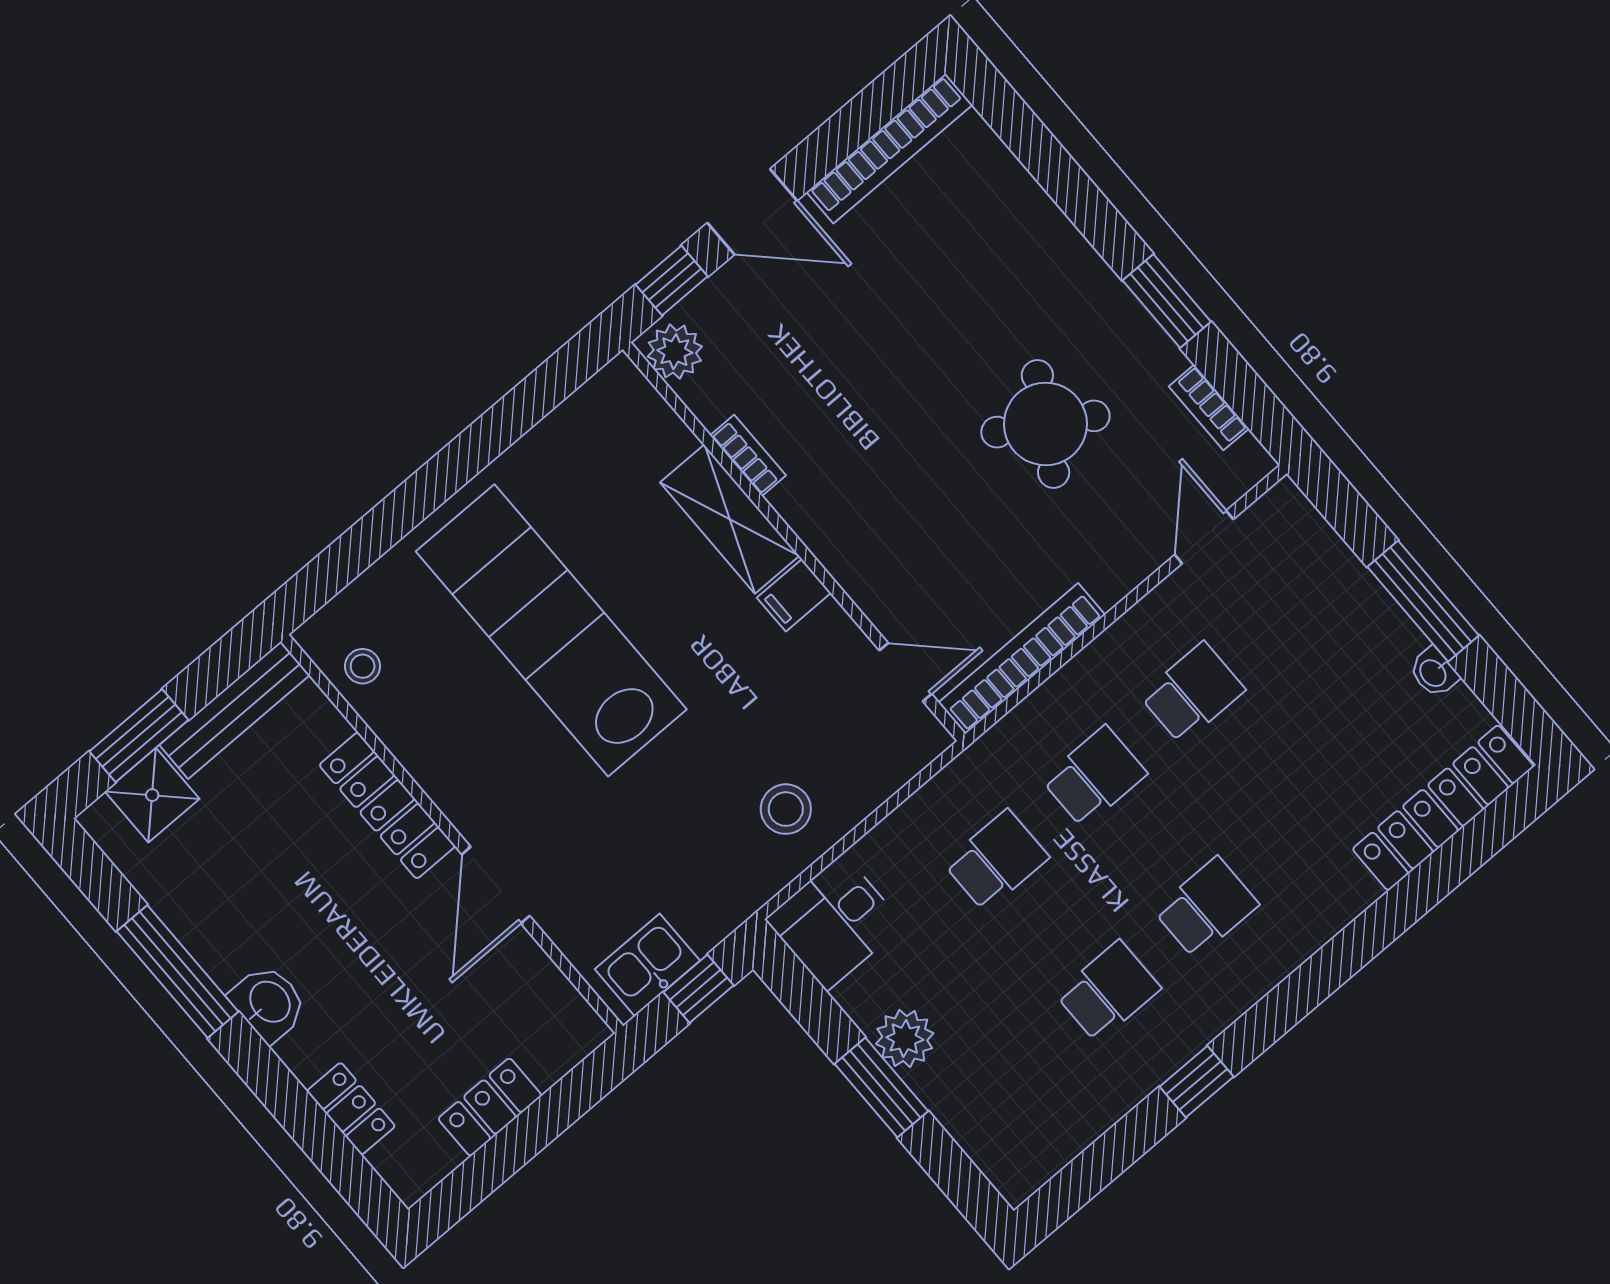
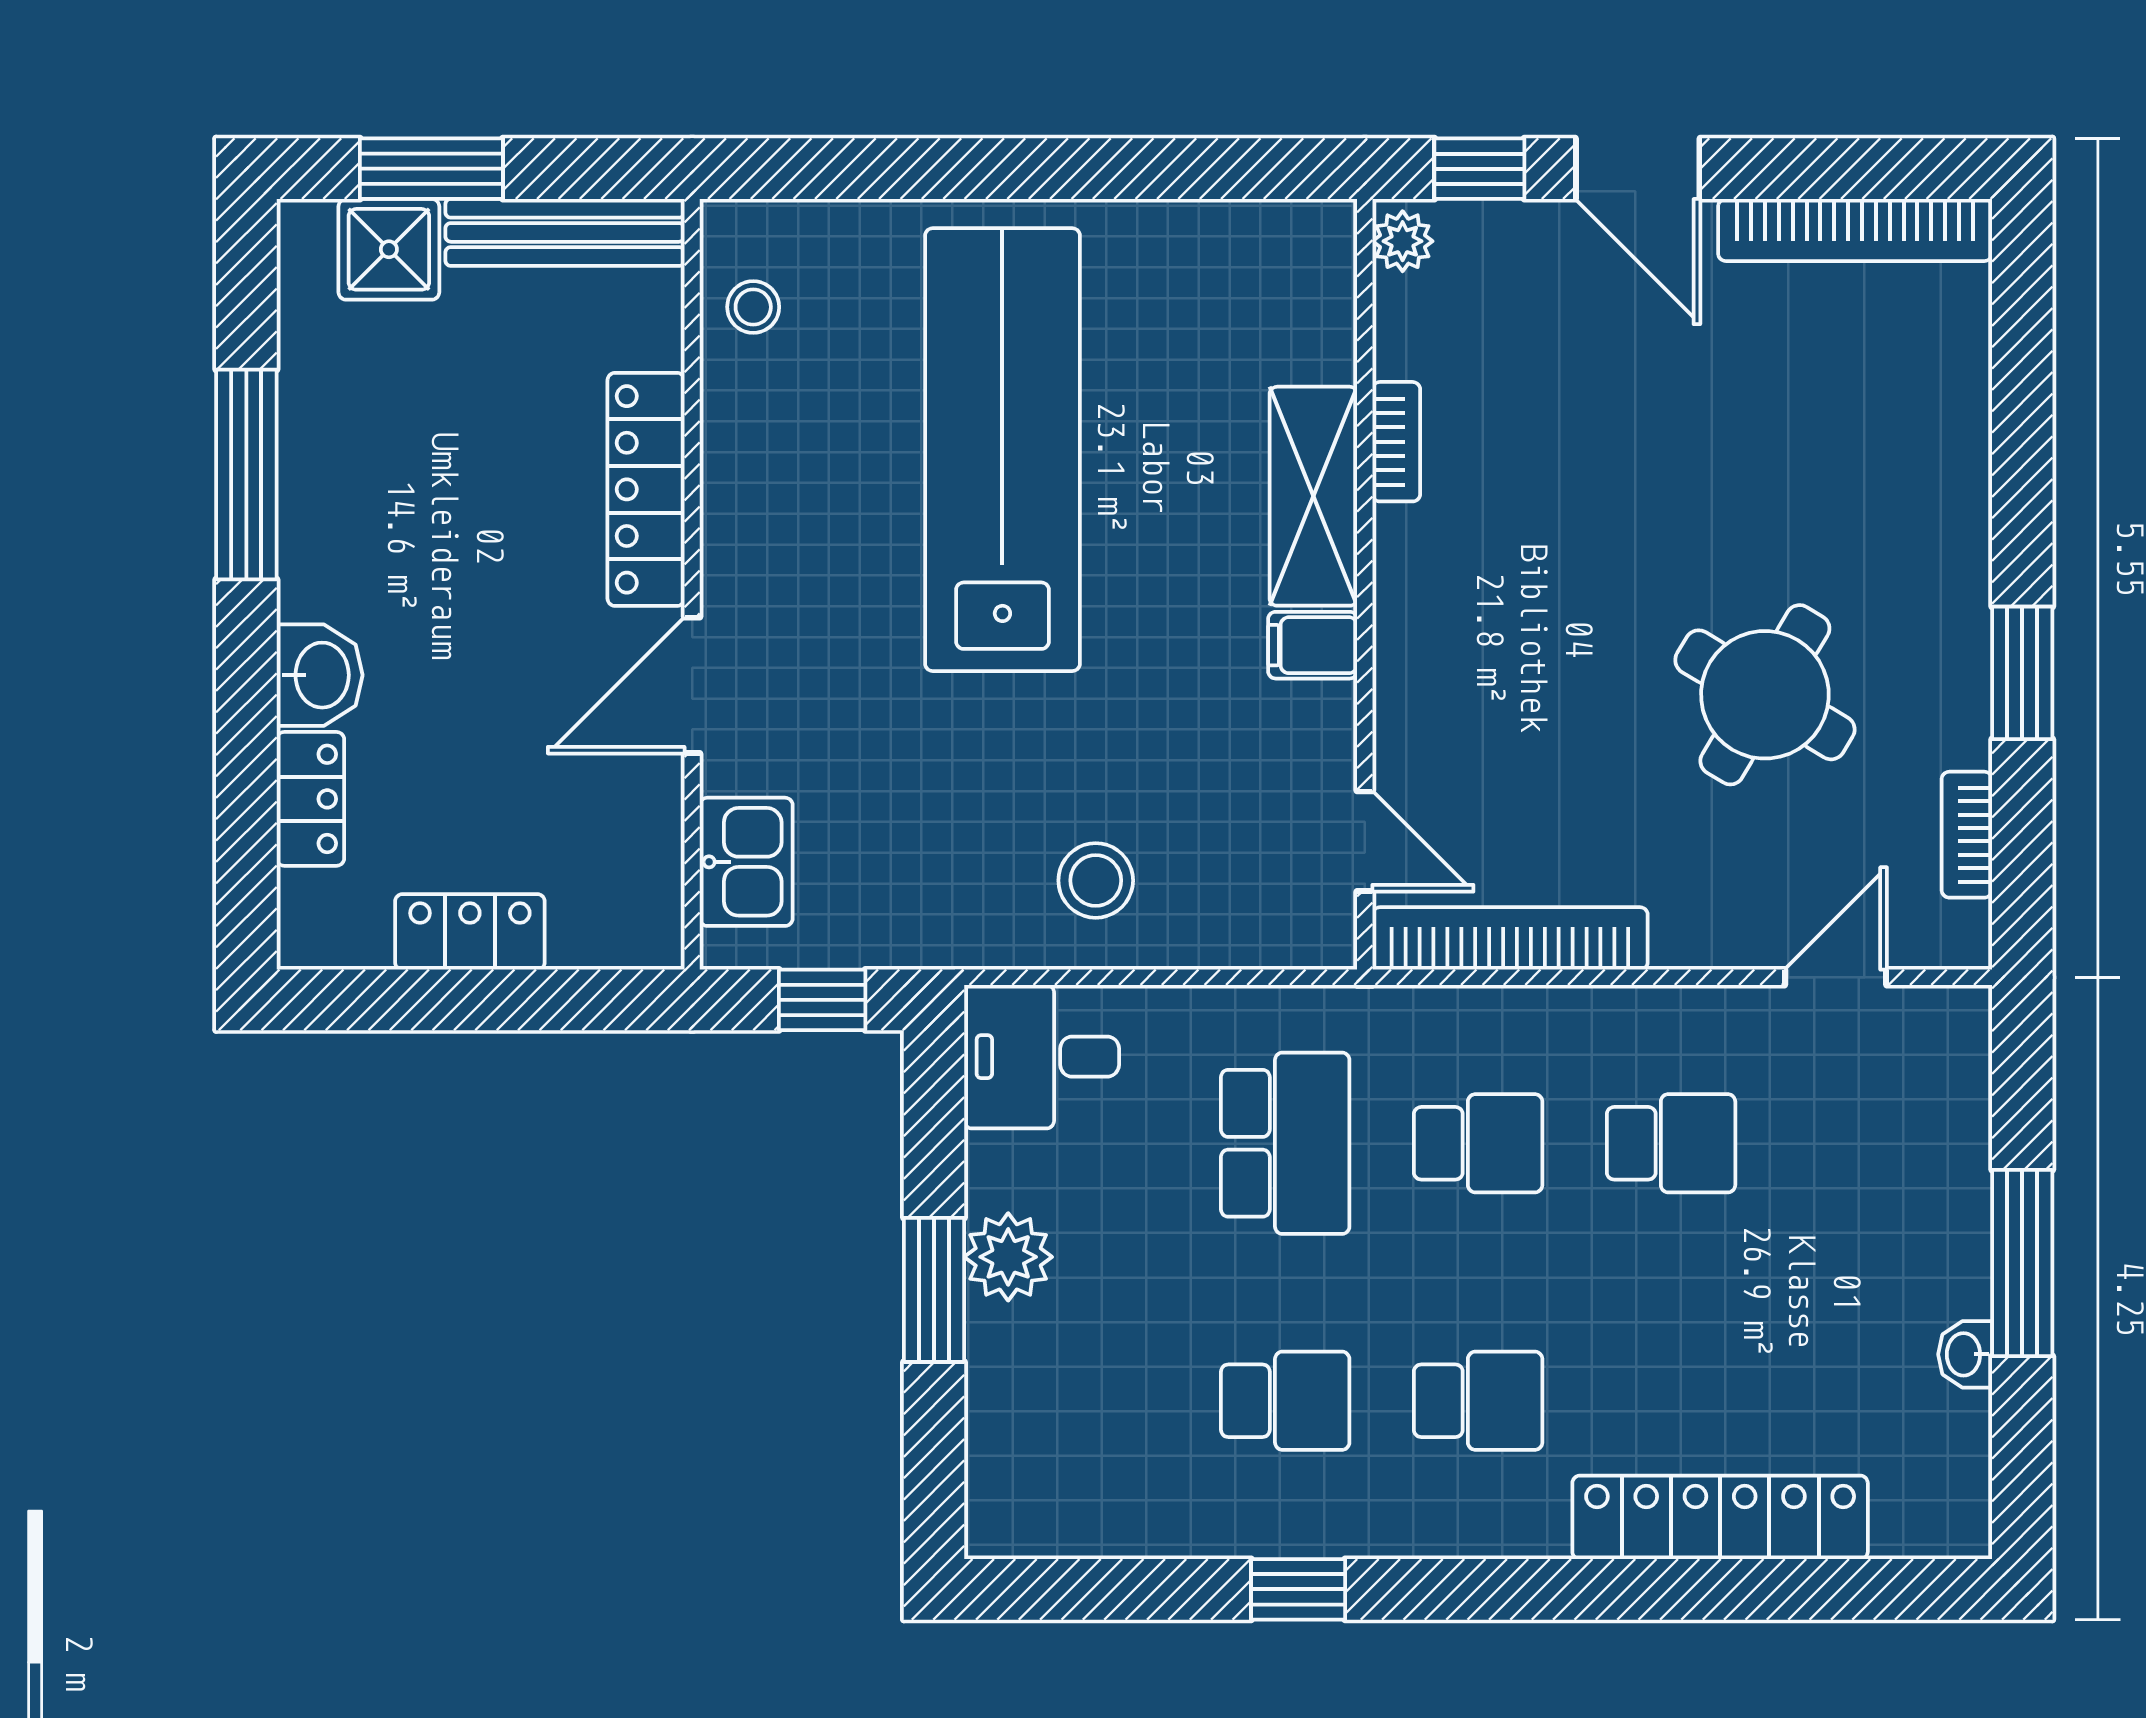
plant: (675, 352) -> (1403, 241), width x0.73, depth x0.73
locker: (1443, 808) -> (1720, 1517), moved
school desk: (996, 860) -> (1285, 1143), width x1.85
kitchen sink: (647, 965) -> (746, 862), moved, turned 90
washbasin: (269, 1003) -> (320, 675), moved

